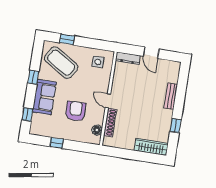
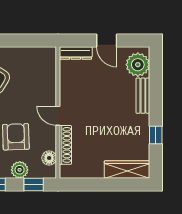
side table: (98, 62) -> (36, 65), removed
plant: (171, 73) -> (138, 65), added
plant: (75, 135) -> (20, 170), added
window: (83, 147) -> (34, 184), added

